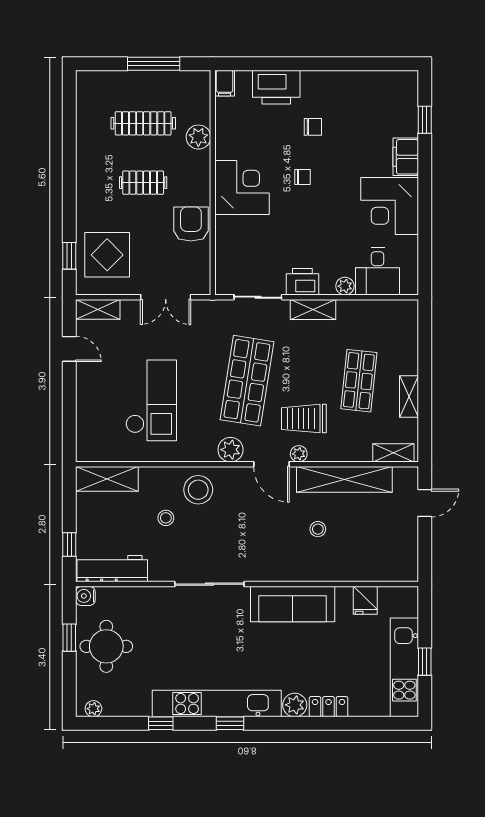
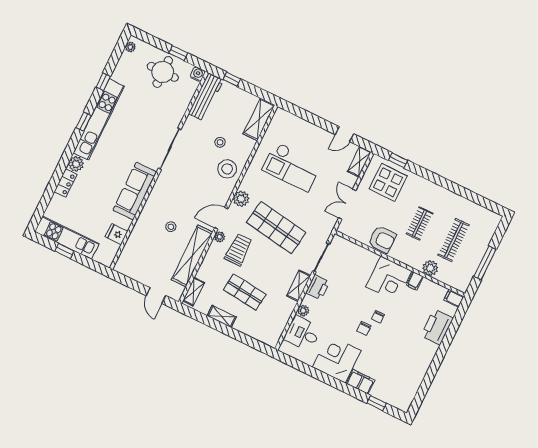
chair: (313, 127) -> (364, 328), moved
filing cabinet: (227, 150) -> (415, 281), added

